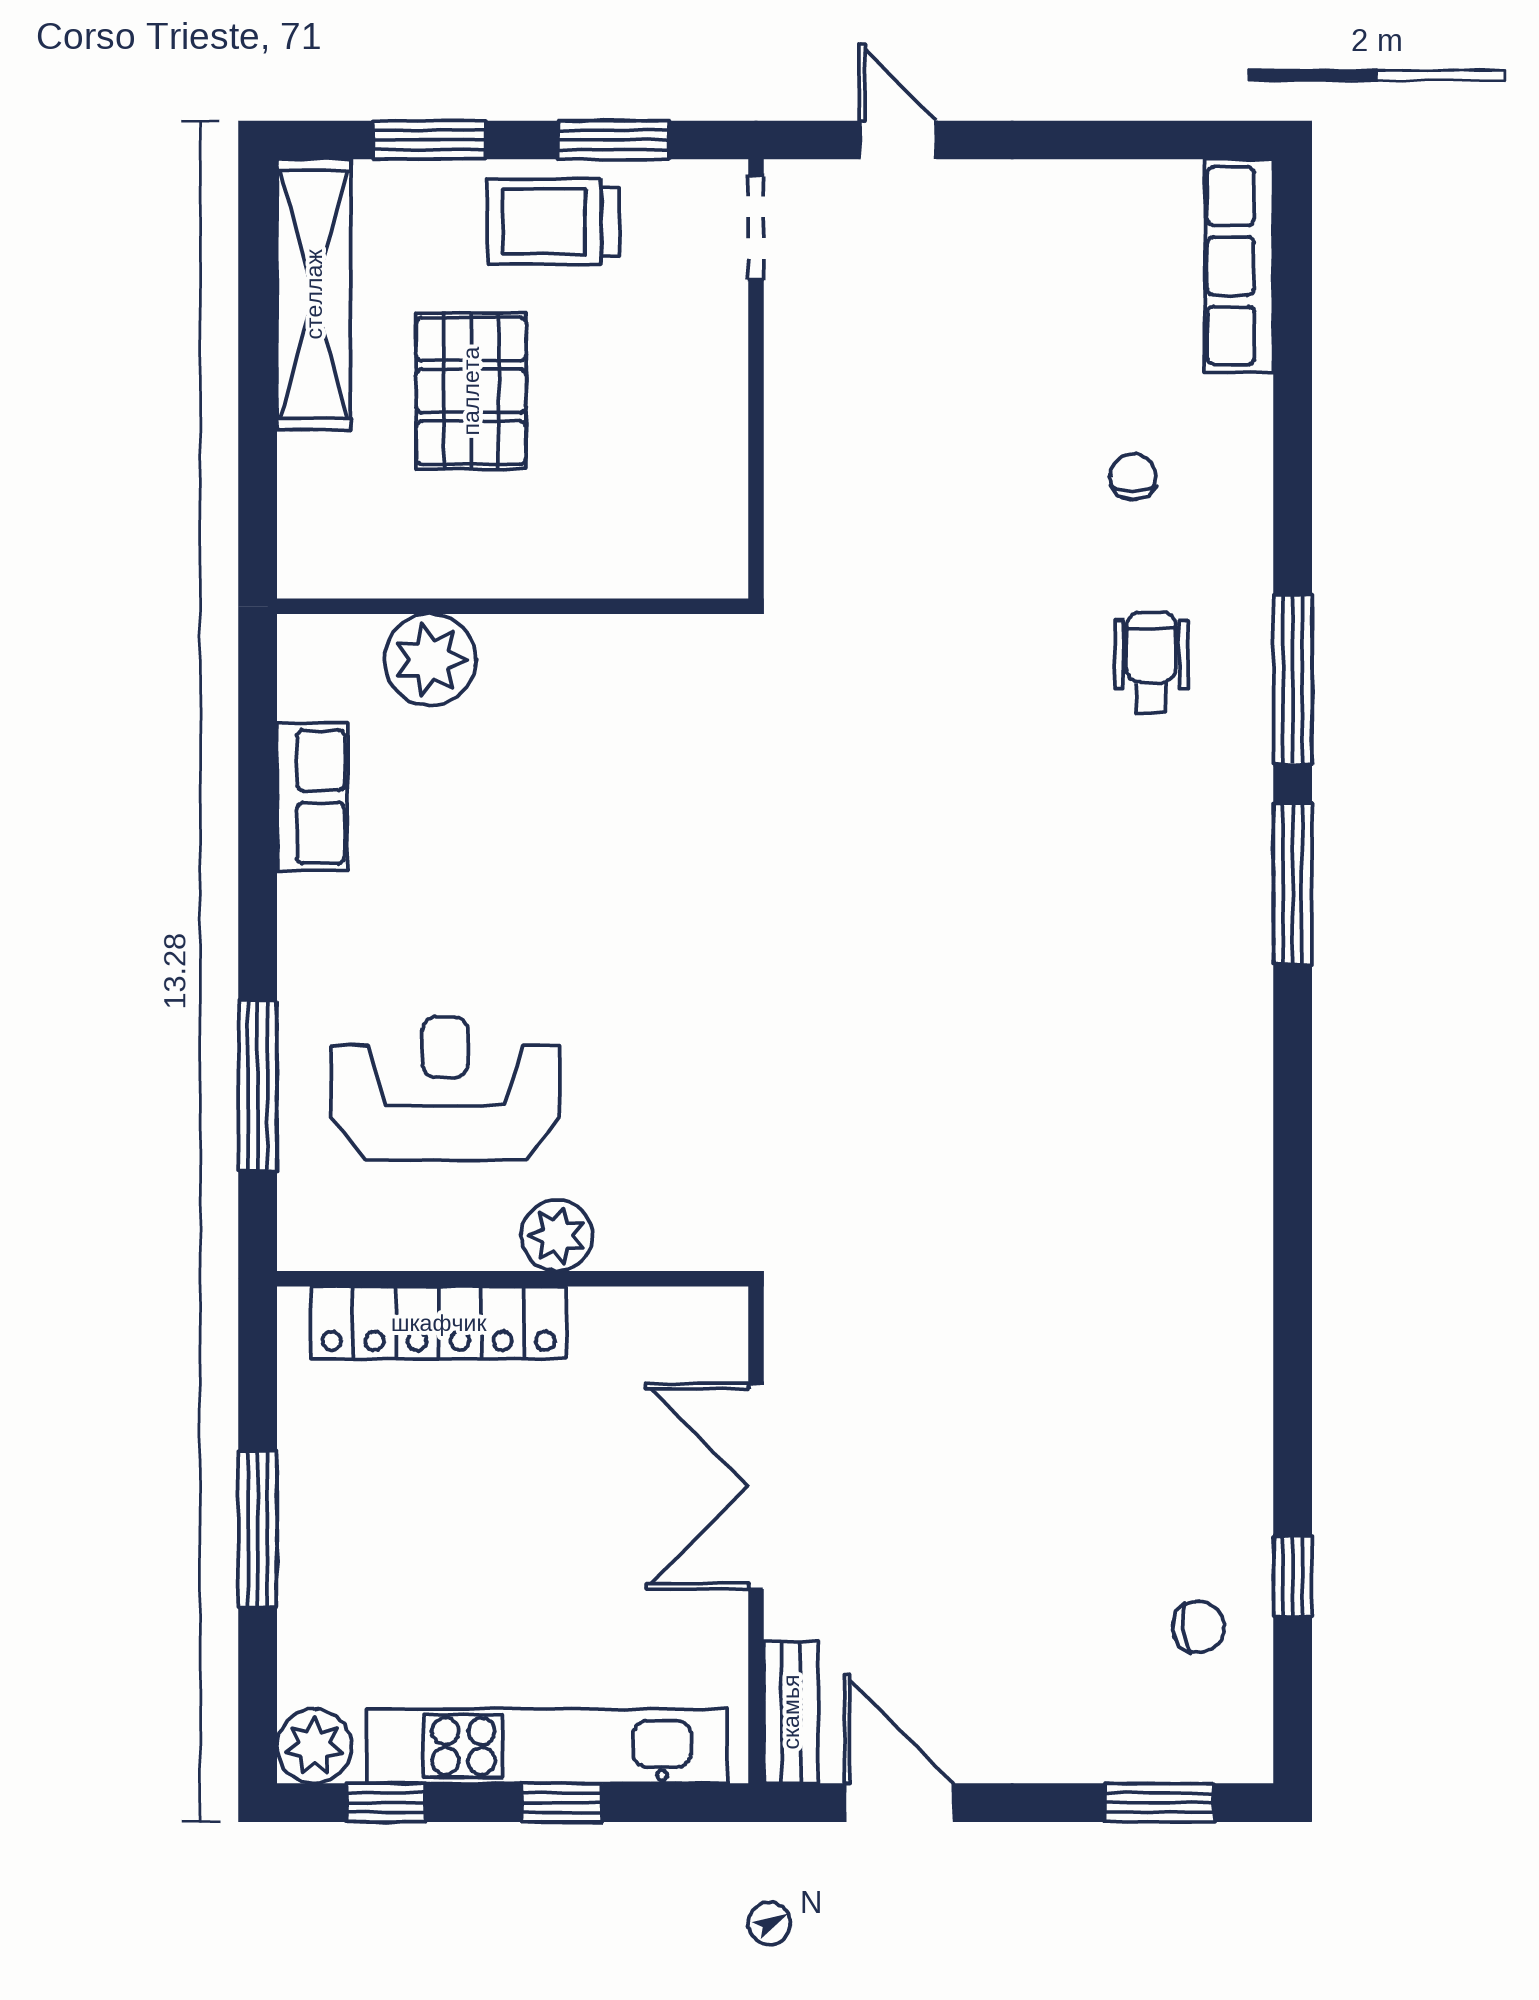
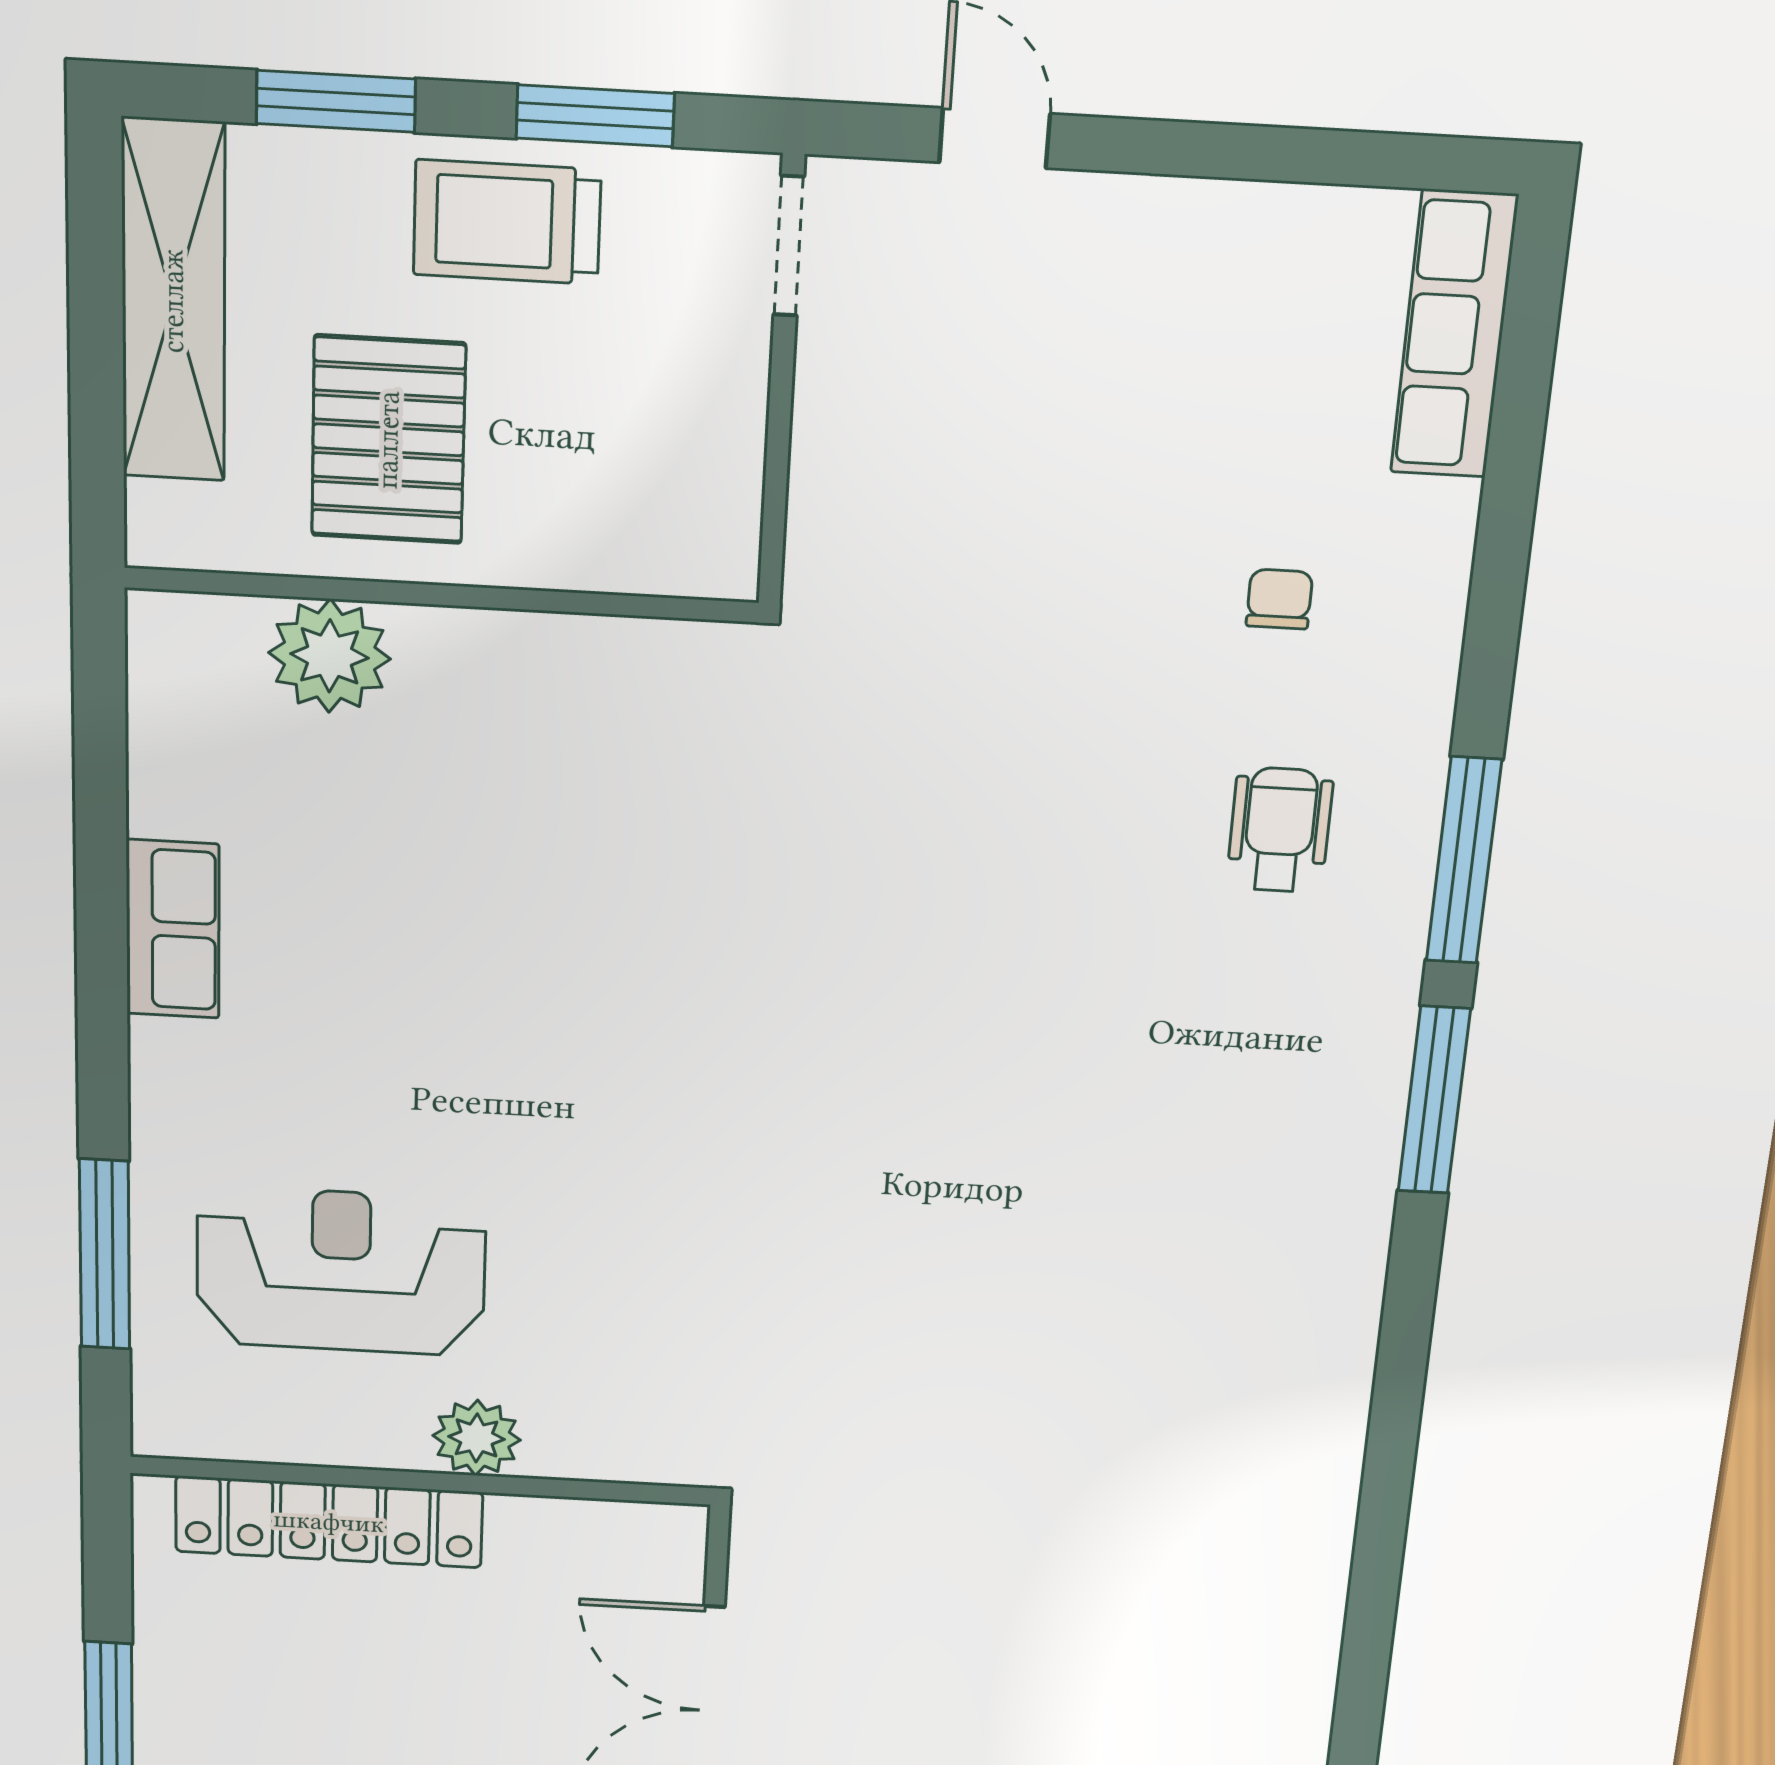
wall: (513, 606) -> (441, 595), moved
plant: (430, 660) -> (330, 656), moved

